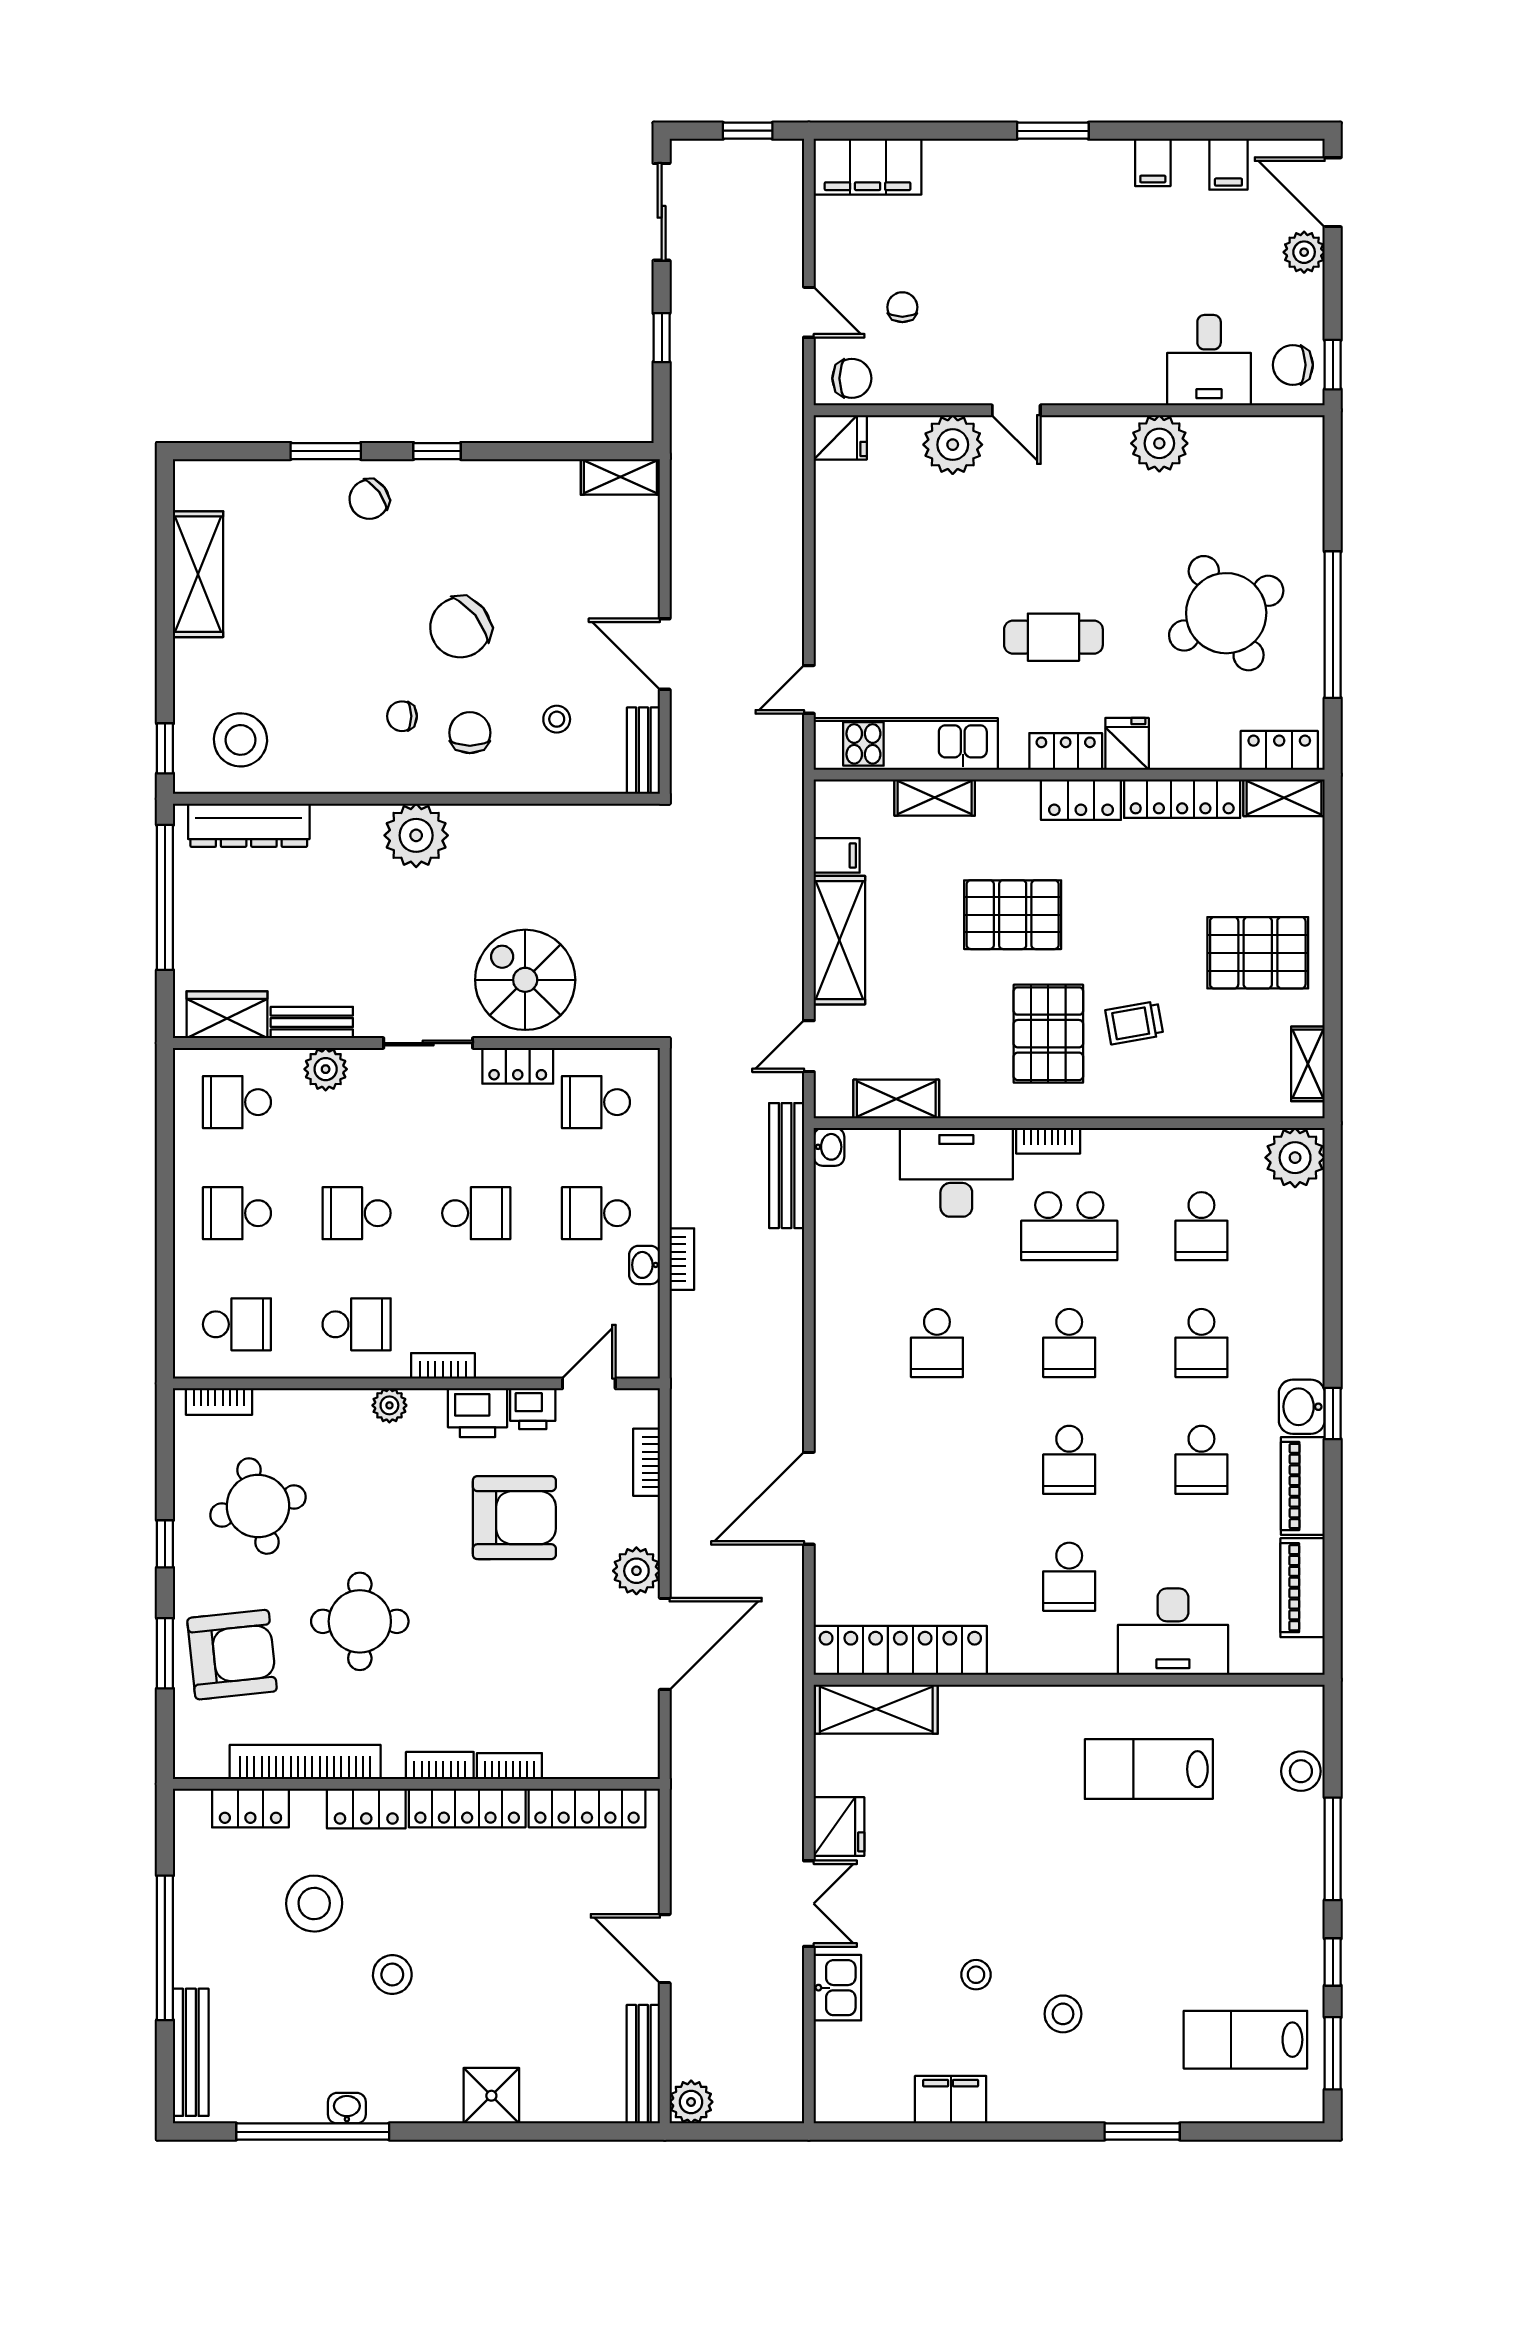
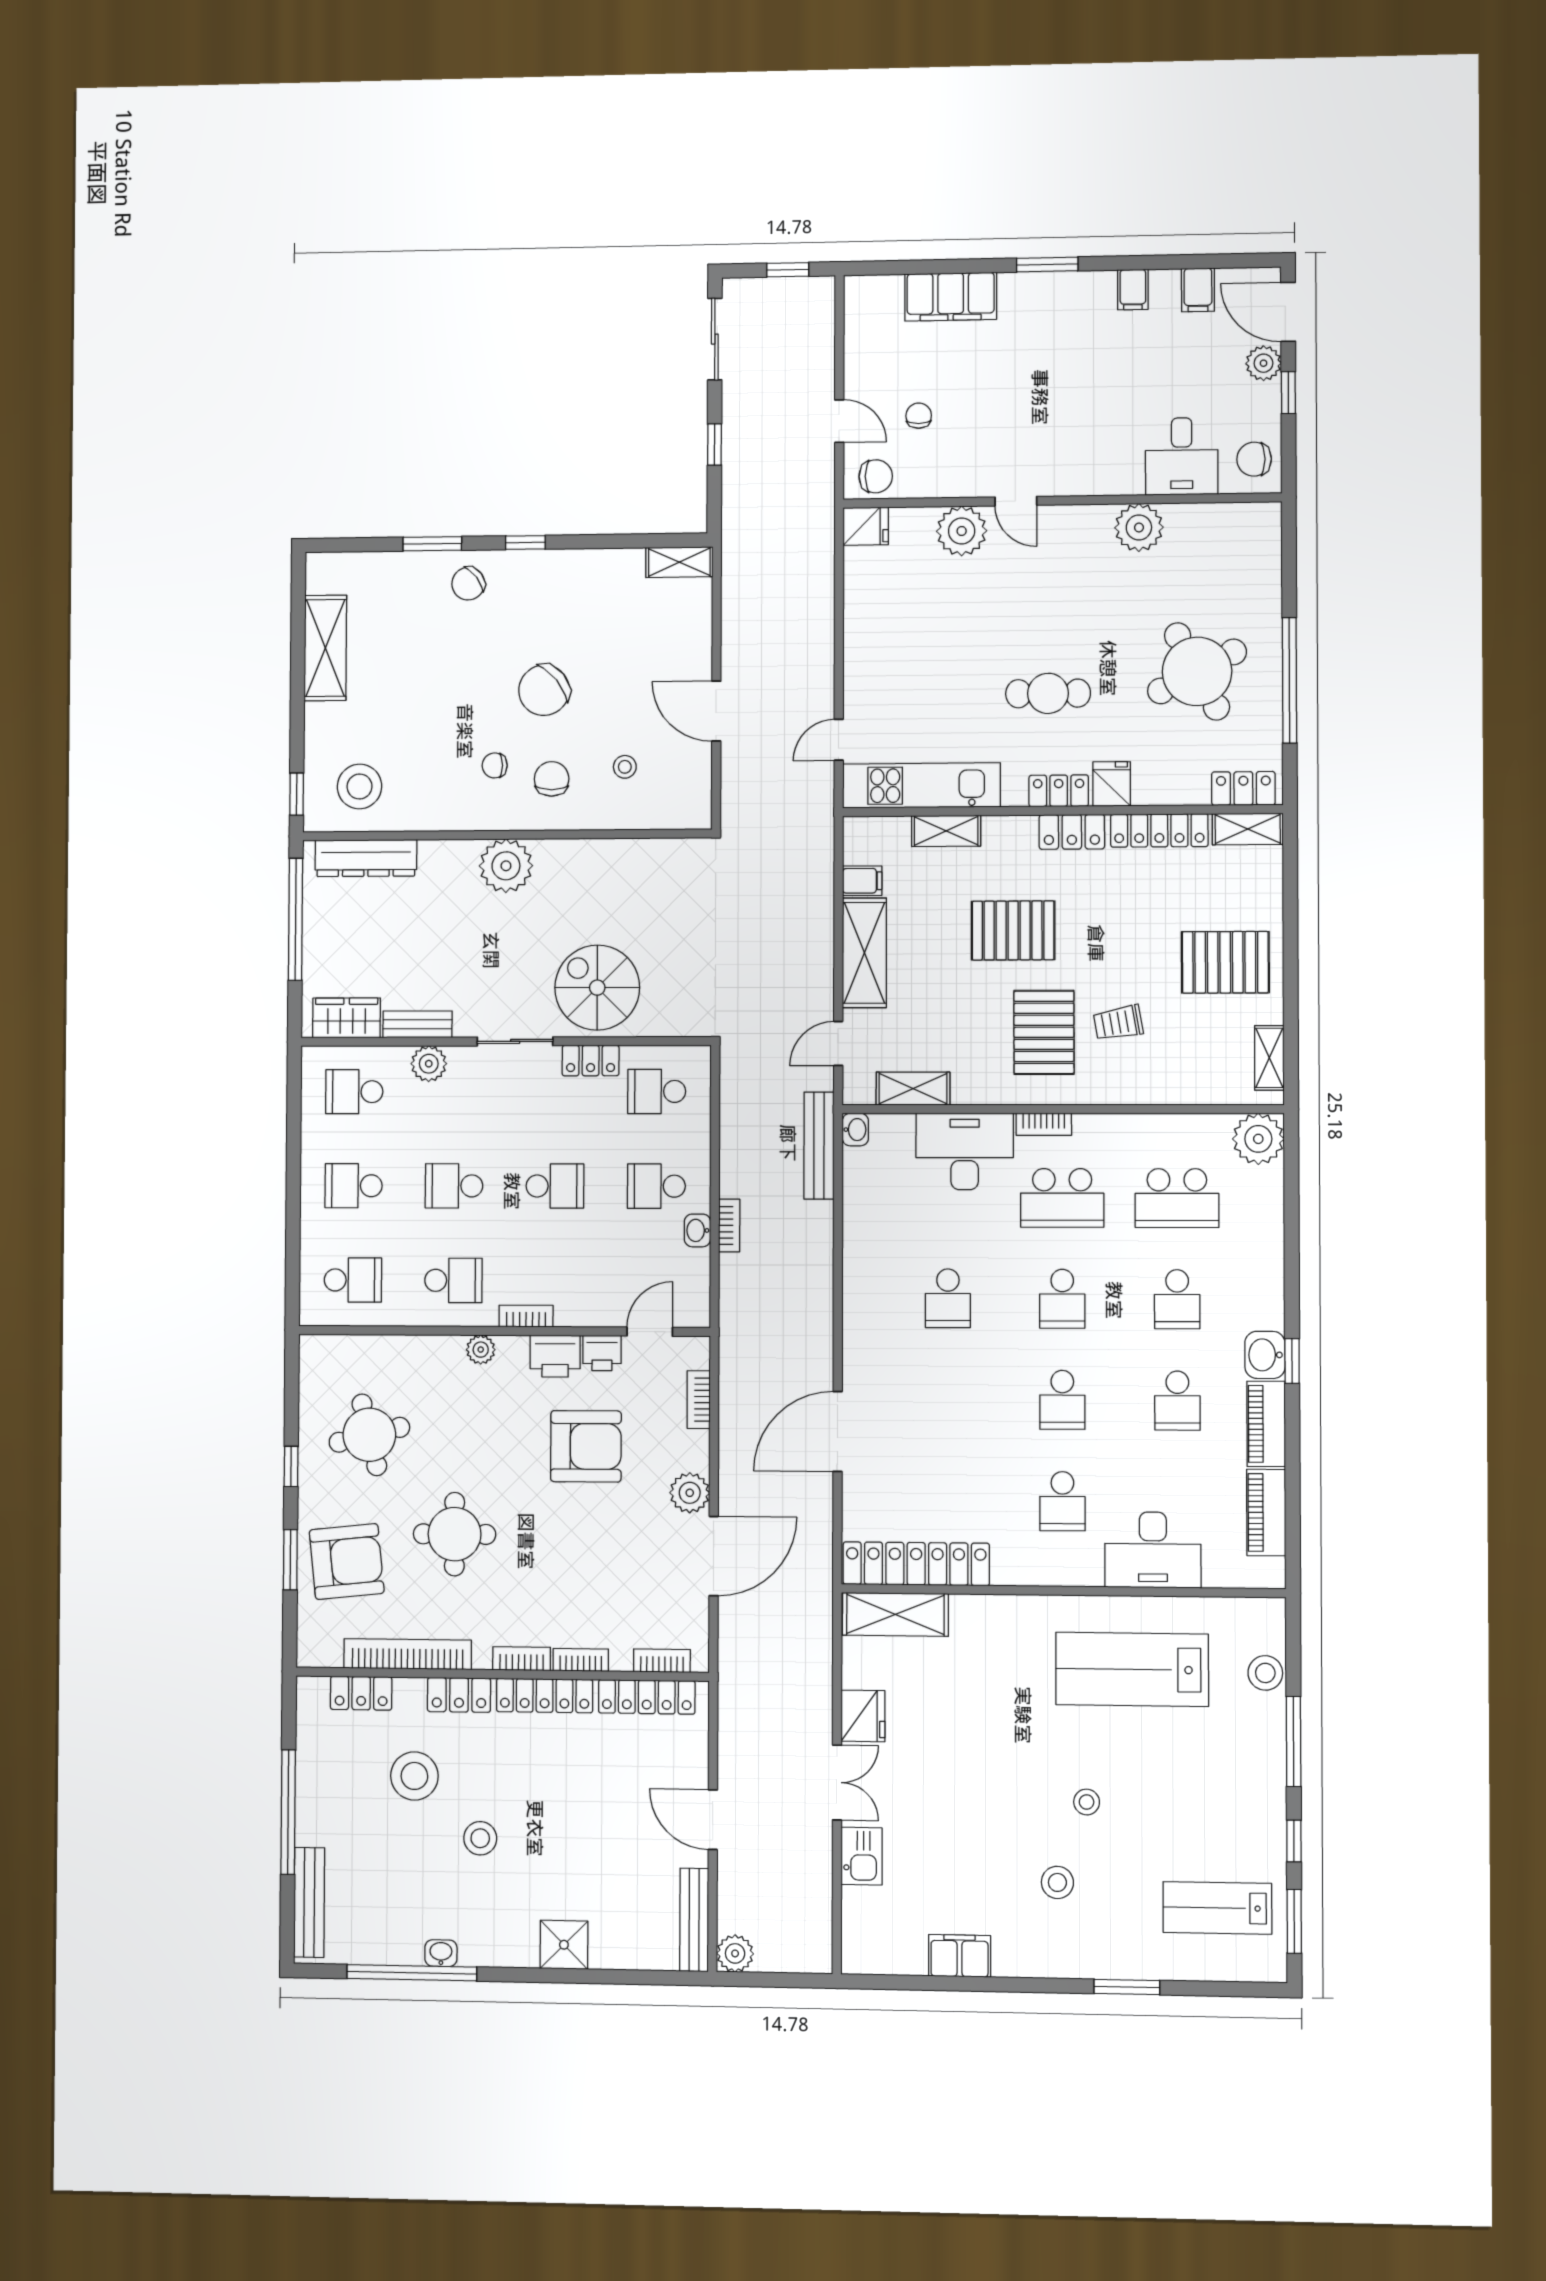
filing cabinet: (868, 167) -> (951, 297), moved
window: (1333, 365) -> (1288, 393), moved
bench: (643, 751) -> (698, 793), removed
school desk: (1201, 1226) -> (1177, 1198), width x1.85
bookcase: (219, 1401) -> (662, 1661), moved, turned 180
lab bench: (1149, 1769) -> (1132, 1669), width x1.36, depth x1.39
stool: (976, 1975) -> (1087, 1802), moved

